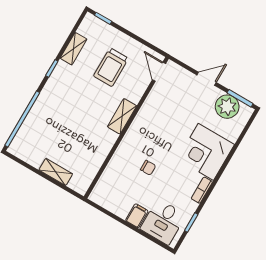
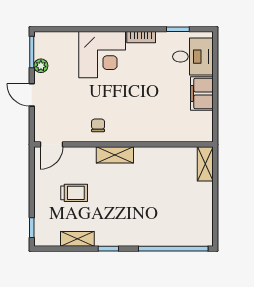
trolley: (111, 67) -> (74, 193), width x0.73, depth x0.72
plant: (227, 107) -> (41, 66), width x0.53, depth x0.53
chair: (148, 168) -> (98, 125), moved
shelving: (56, 172) -> (205, 164), moved
filing cabinet: (137, 216) -> (202, 93), width x2.00

